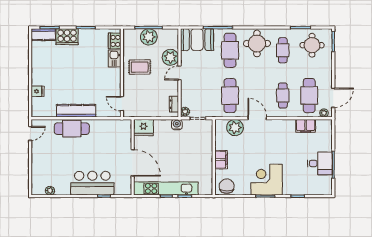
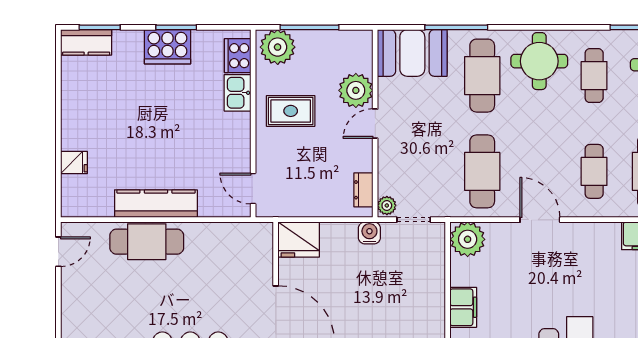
cooker: (67, 37) -> (167, 47), moved
plant: (149, 37) -> (278, 47), moved
plant: (235, 128) -> (468, 239), moved

